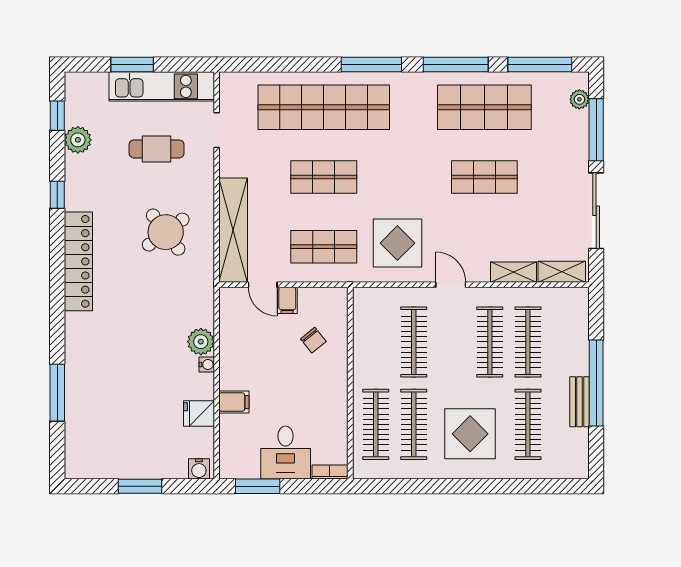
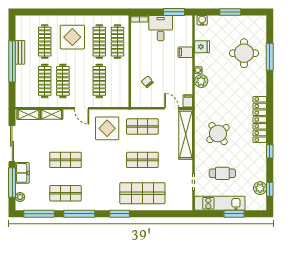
window: (371, 65) -> (120, 214), width x0.69
shop shelf: (324, 107) -> (142, 193), width x0.71
shop shelf: (484, 107) -> (66, 193), width x0.70, depth x0.74
plant: (78, 140) -> (260, 188), moved
freezer: (575, 150) -> (22, 173), added
filing cabinet: (287, 300) -> (188, 101), moved
round table: (111, 400) -> (244, 53), added

